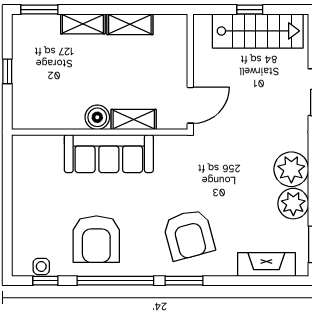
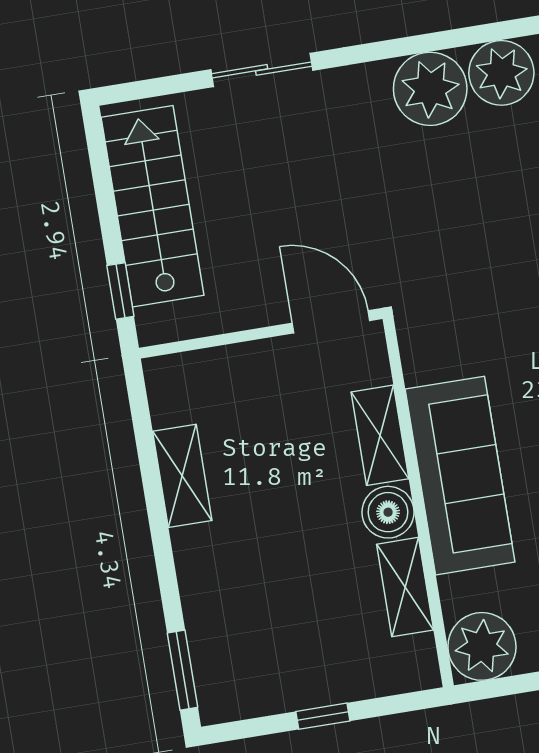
window: (250, 10) -> (120, 291), moved
shelving: (83, 24) -> (405, 587), moved
plant: (28, 151) -> (482, 646), added

